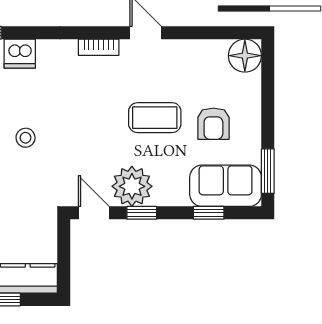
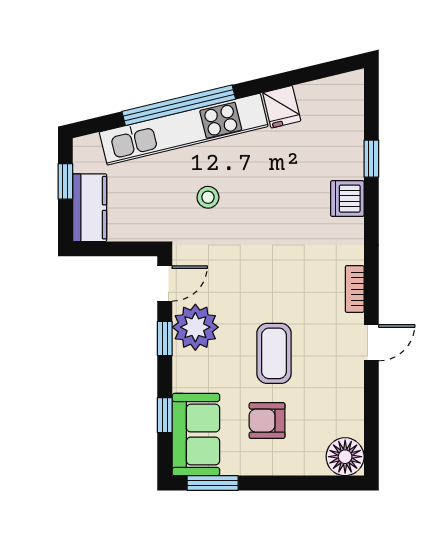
stool: (26, 138) -> (208, 197), moved

